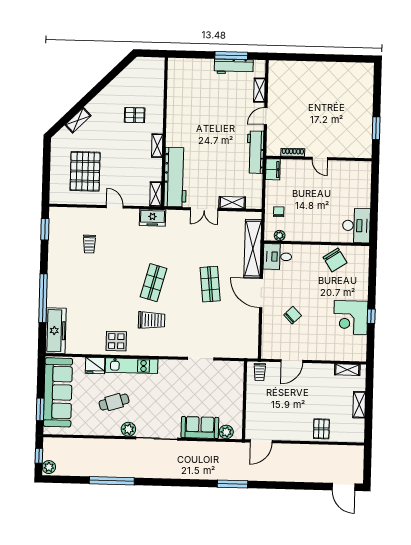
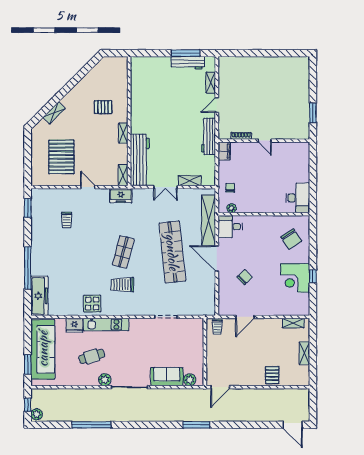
chair: (335, 260) -> (291, 239), moved
shop shelf: (210, 284) -> (172, 252), width x2.00, depth x1.36
trolley: (152, 320) -> (122, 285), turned 180

